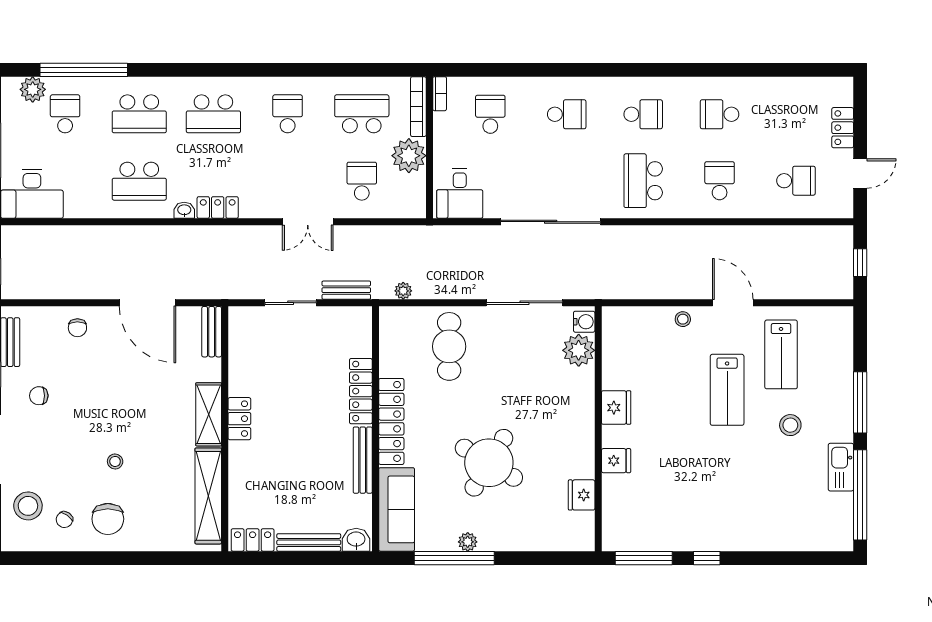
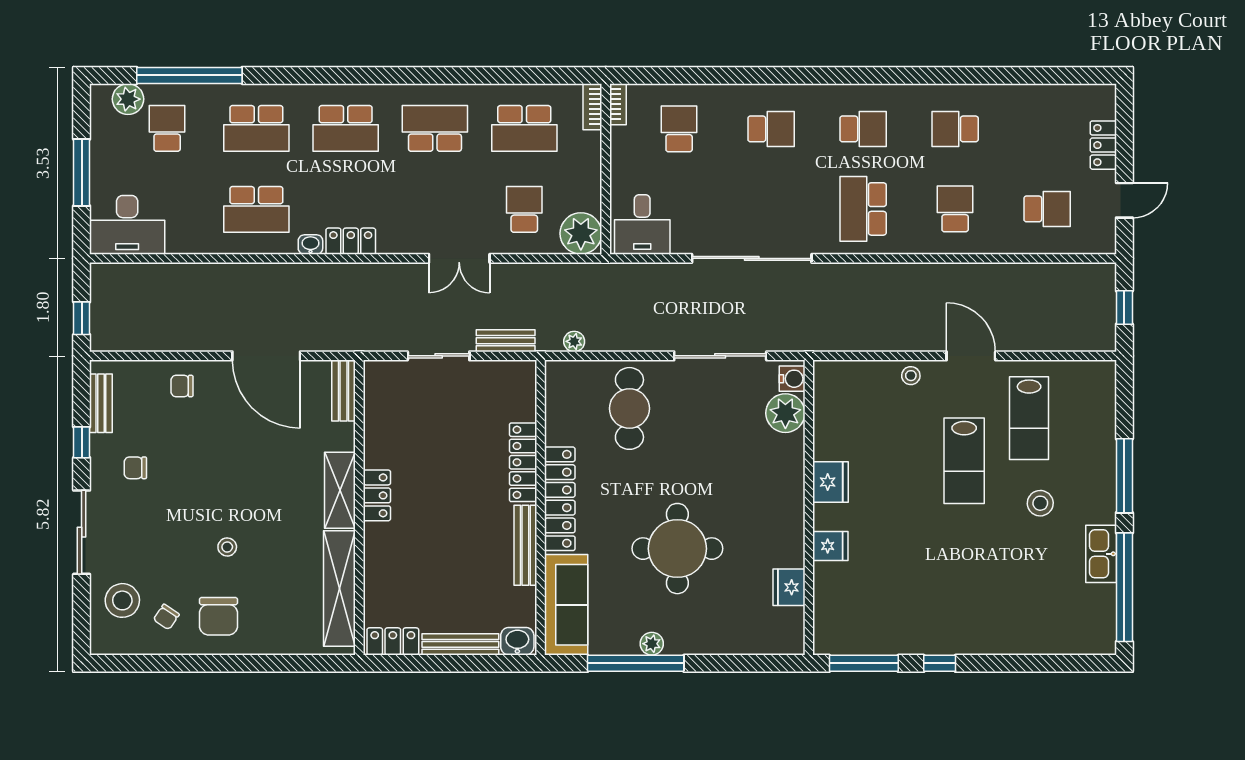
bookcase: (418, 107) -> (592, 107), width x0.64
school desk: (288, 114) -> (435, 128), width x1.85
school desk: (362, 114) -> (524, 128), turned 180
plant: (409, 156) -> (581, 233), moved
chair: (77, 328) -> (182, 386), turned 90
round table: (489, 463) -> (677, 549), turned -31

